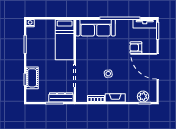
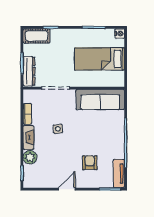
sofa: (96, 28) -> (100, 100), moved, turned -90
bed: (65, 40) -> (99, 59), moved
door: (158, 66) -> (67, 189), width x0.53
cot: (32, 78) -> (37, 36), moved
plant: (143, 96) -> (30, 157), moved

